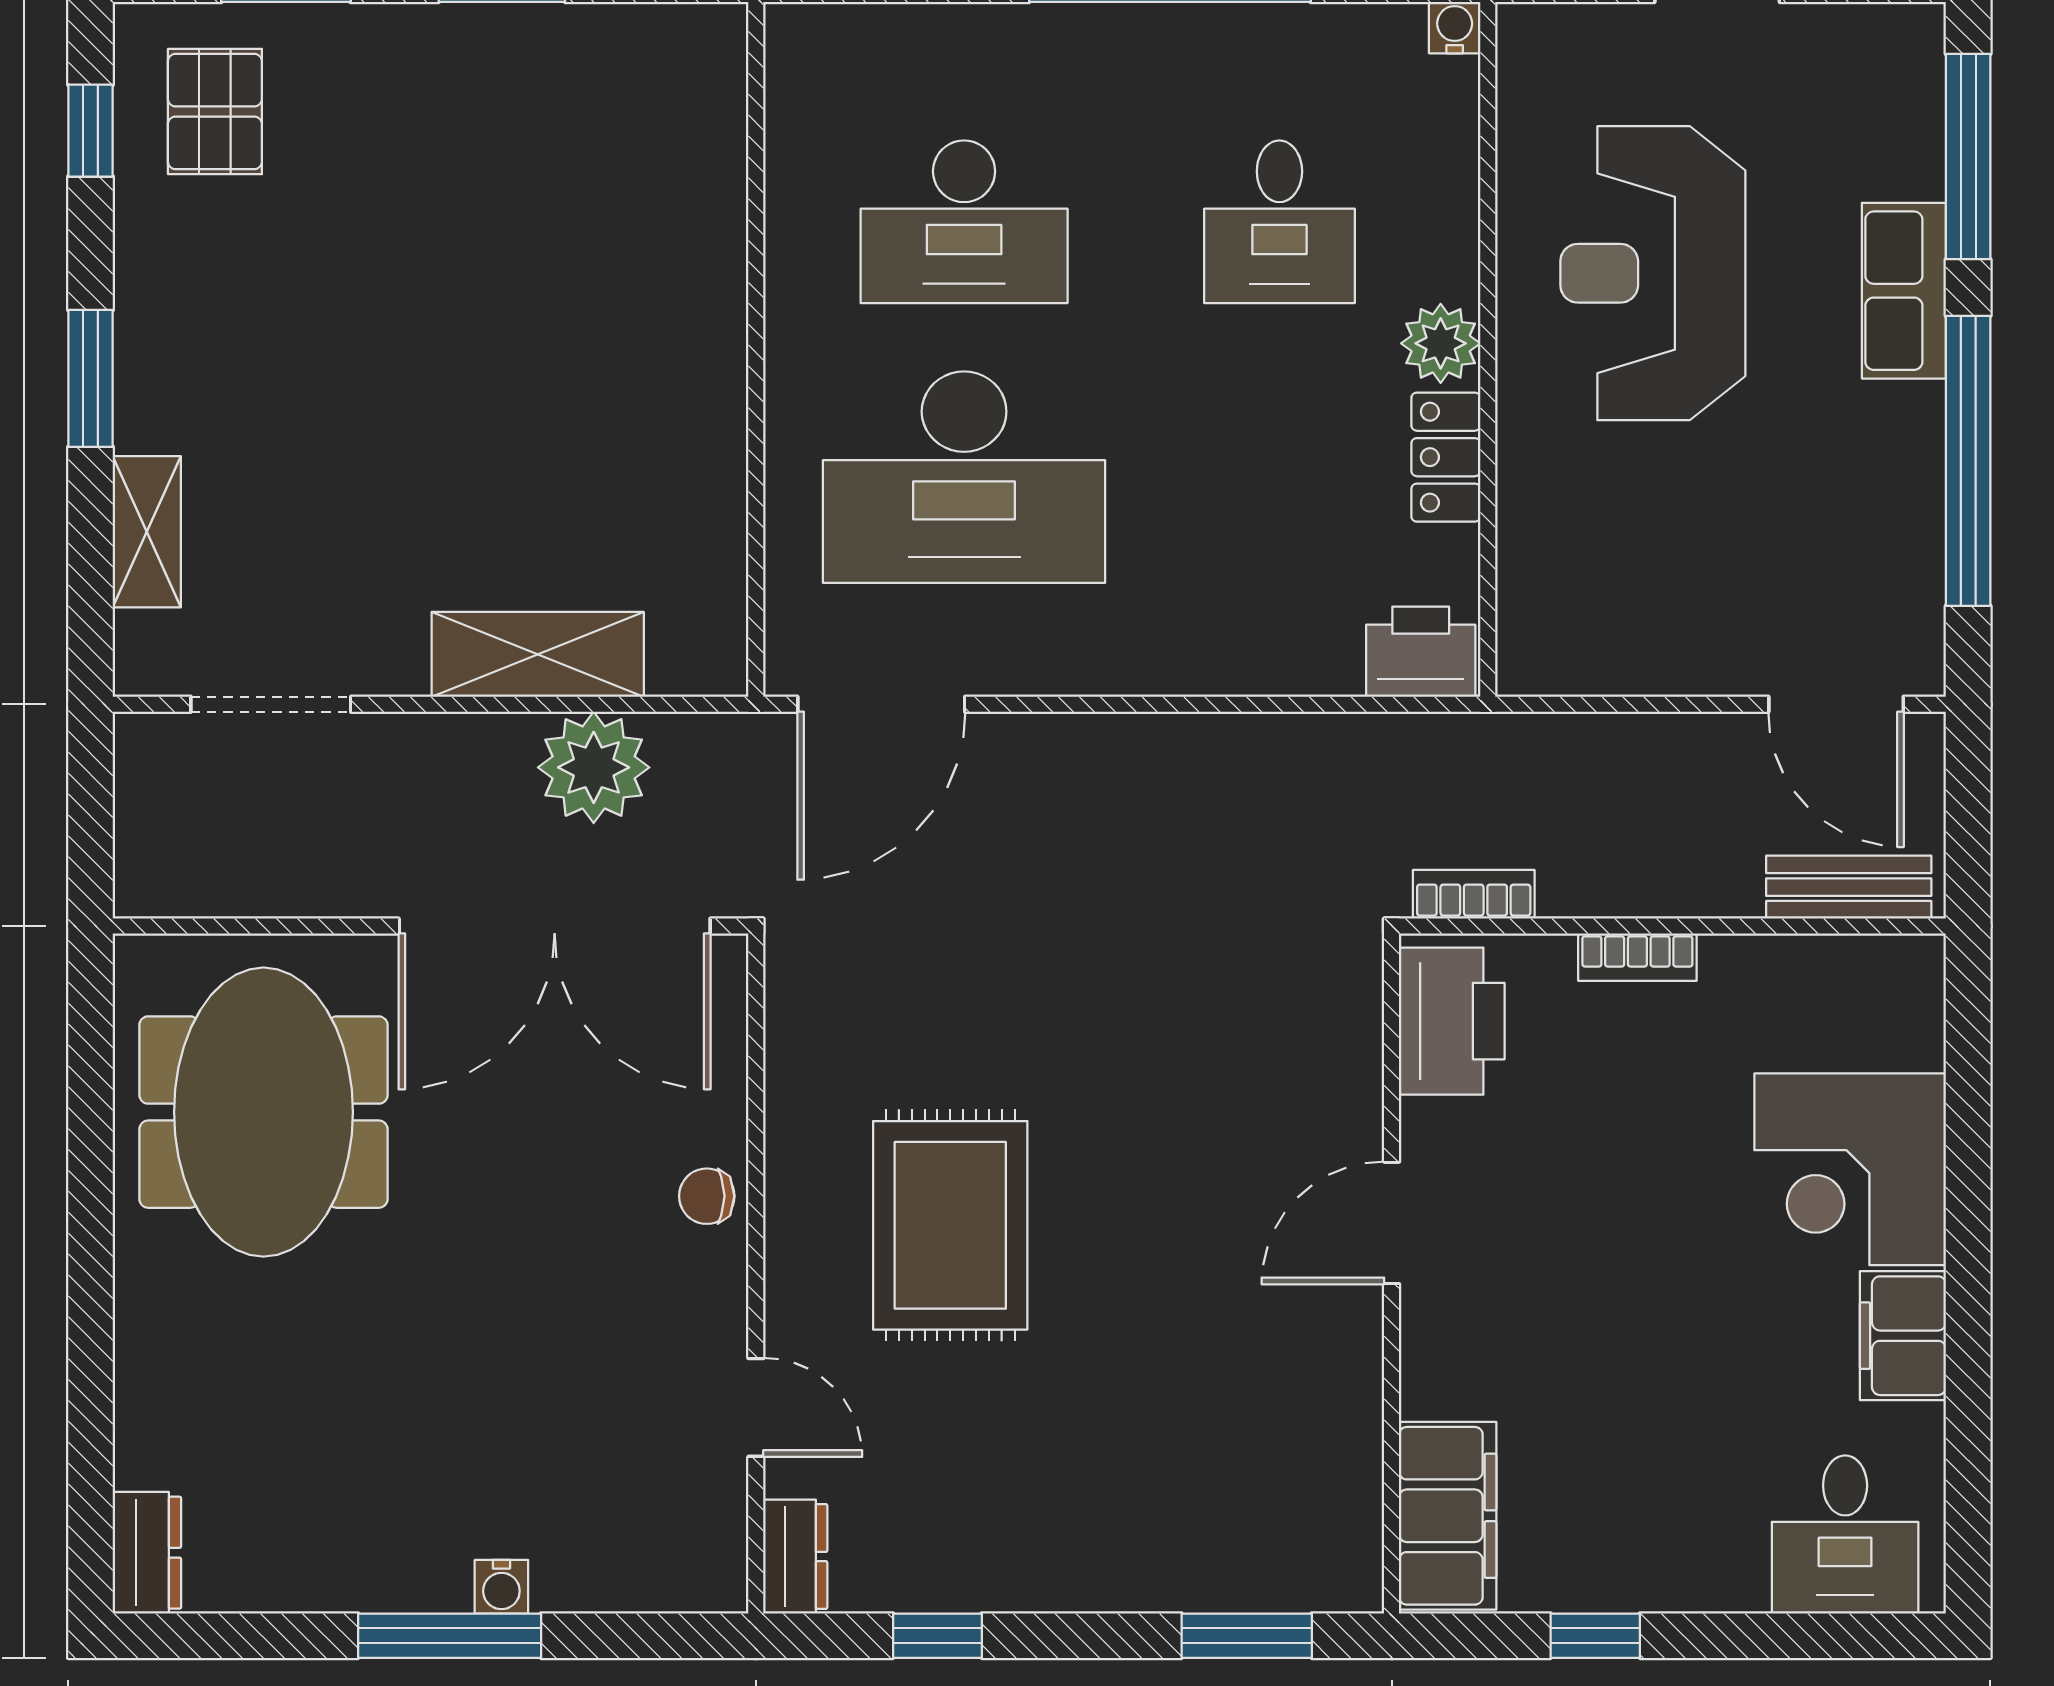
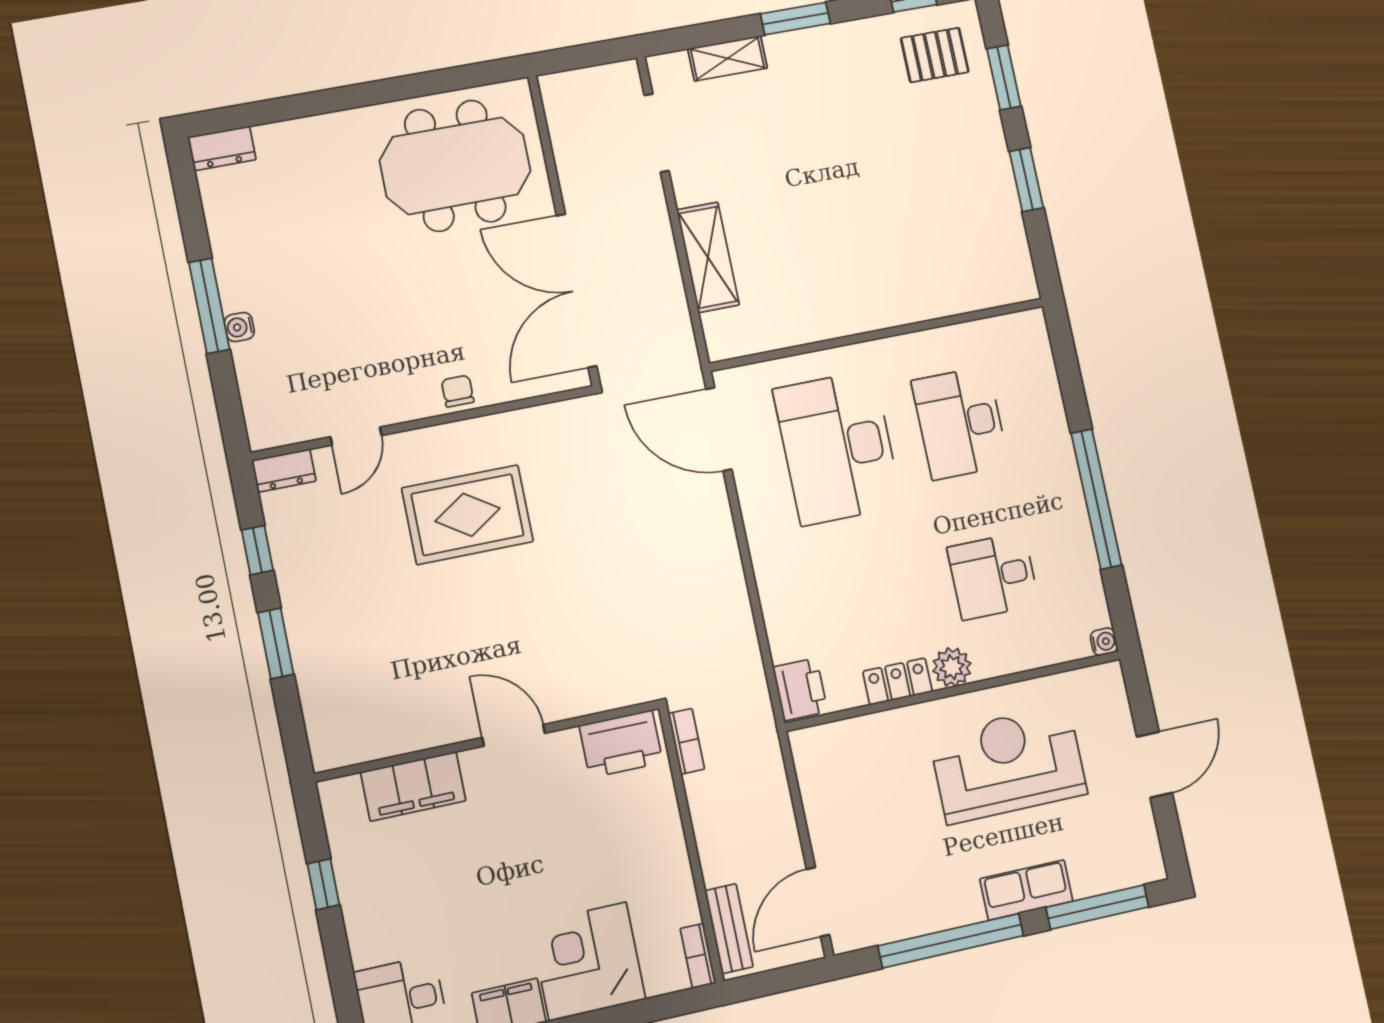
plant: (594, 767) -> (658, 295), removed
bookcase: (1637, 957) -> (698, 956), moved
filing cabinet: (1448, 1516) -> (413, 786), moved
window: (1247, 1636) -> (276, 643), moved

